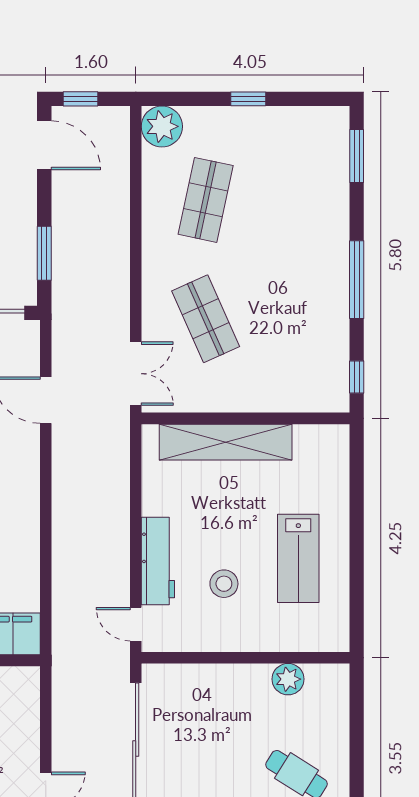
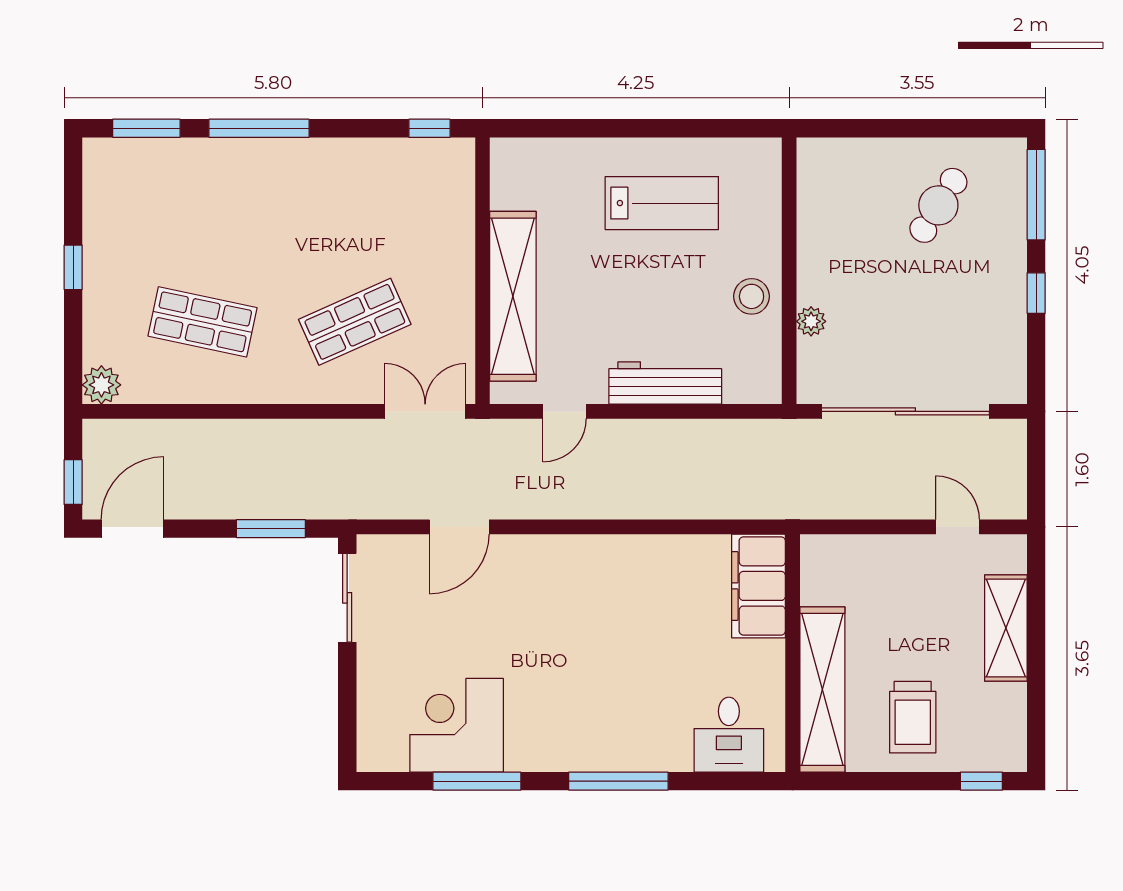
plant: (162, 126) -> (101, 385), width x0.73, depth x0.73
window: (357, 280) -> (259, 128), moved
stool: (224, 584) -> (752, 296), moved
door: (136, 624) -> (565, 411), moved
plant: (288, 679) -> (811, 321), moved, width x0.73, depth x0.73

